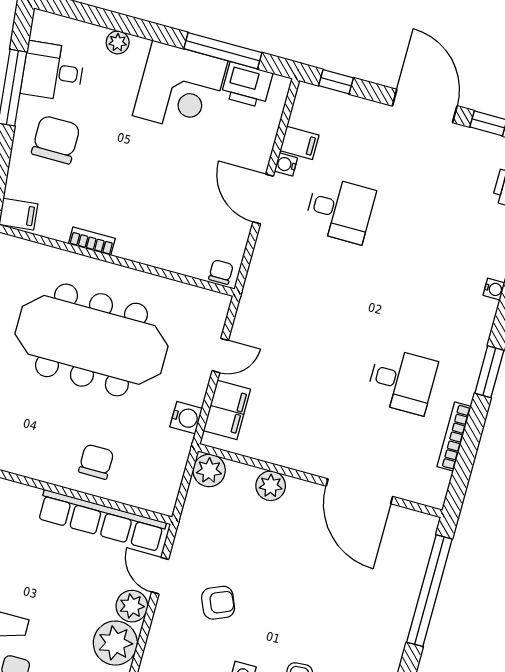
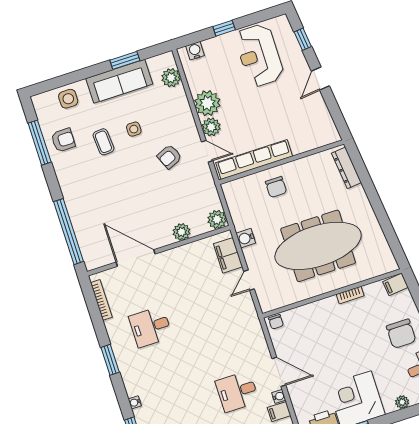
bookcase: (454, 436) -> (101, 300), moved

